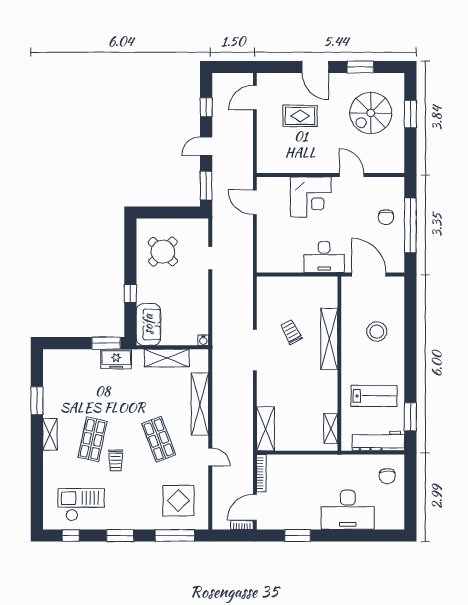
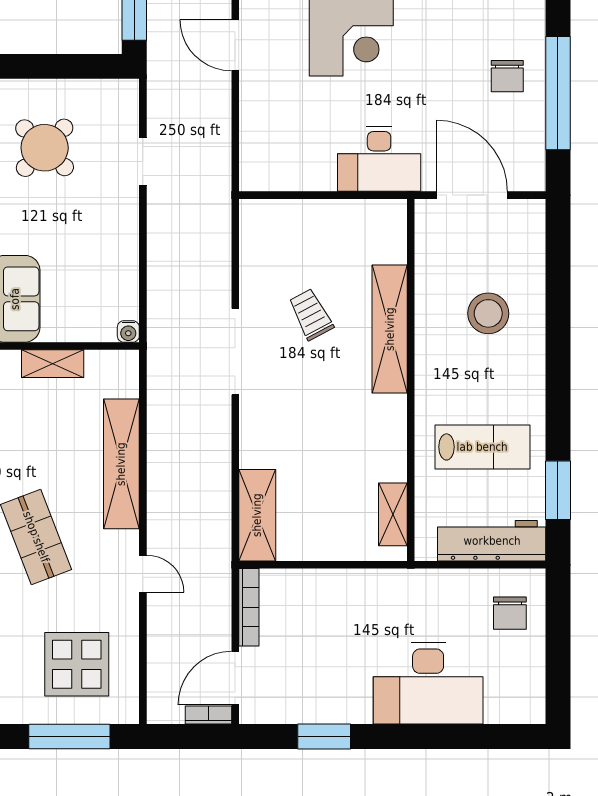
shelving: (167, 358) -> (53, 364), width x0.67, depth x0.75

